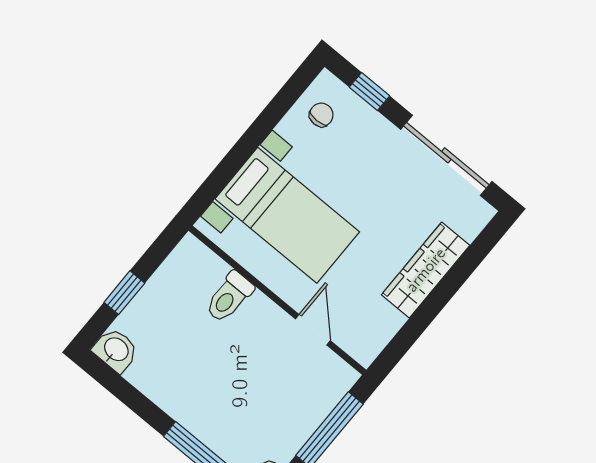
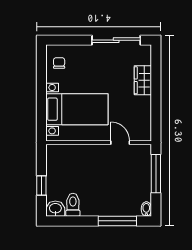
window: (369, 92) -> (69, 40), removed
wardrobe: (426, 270) -> (143, 80), width x0.67
toilet: (229, 297) -> (73, 205), moved, turned 180

